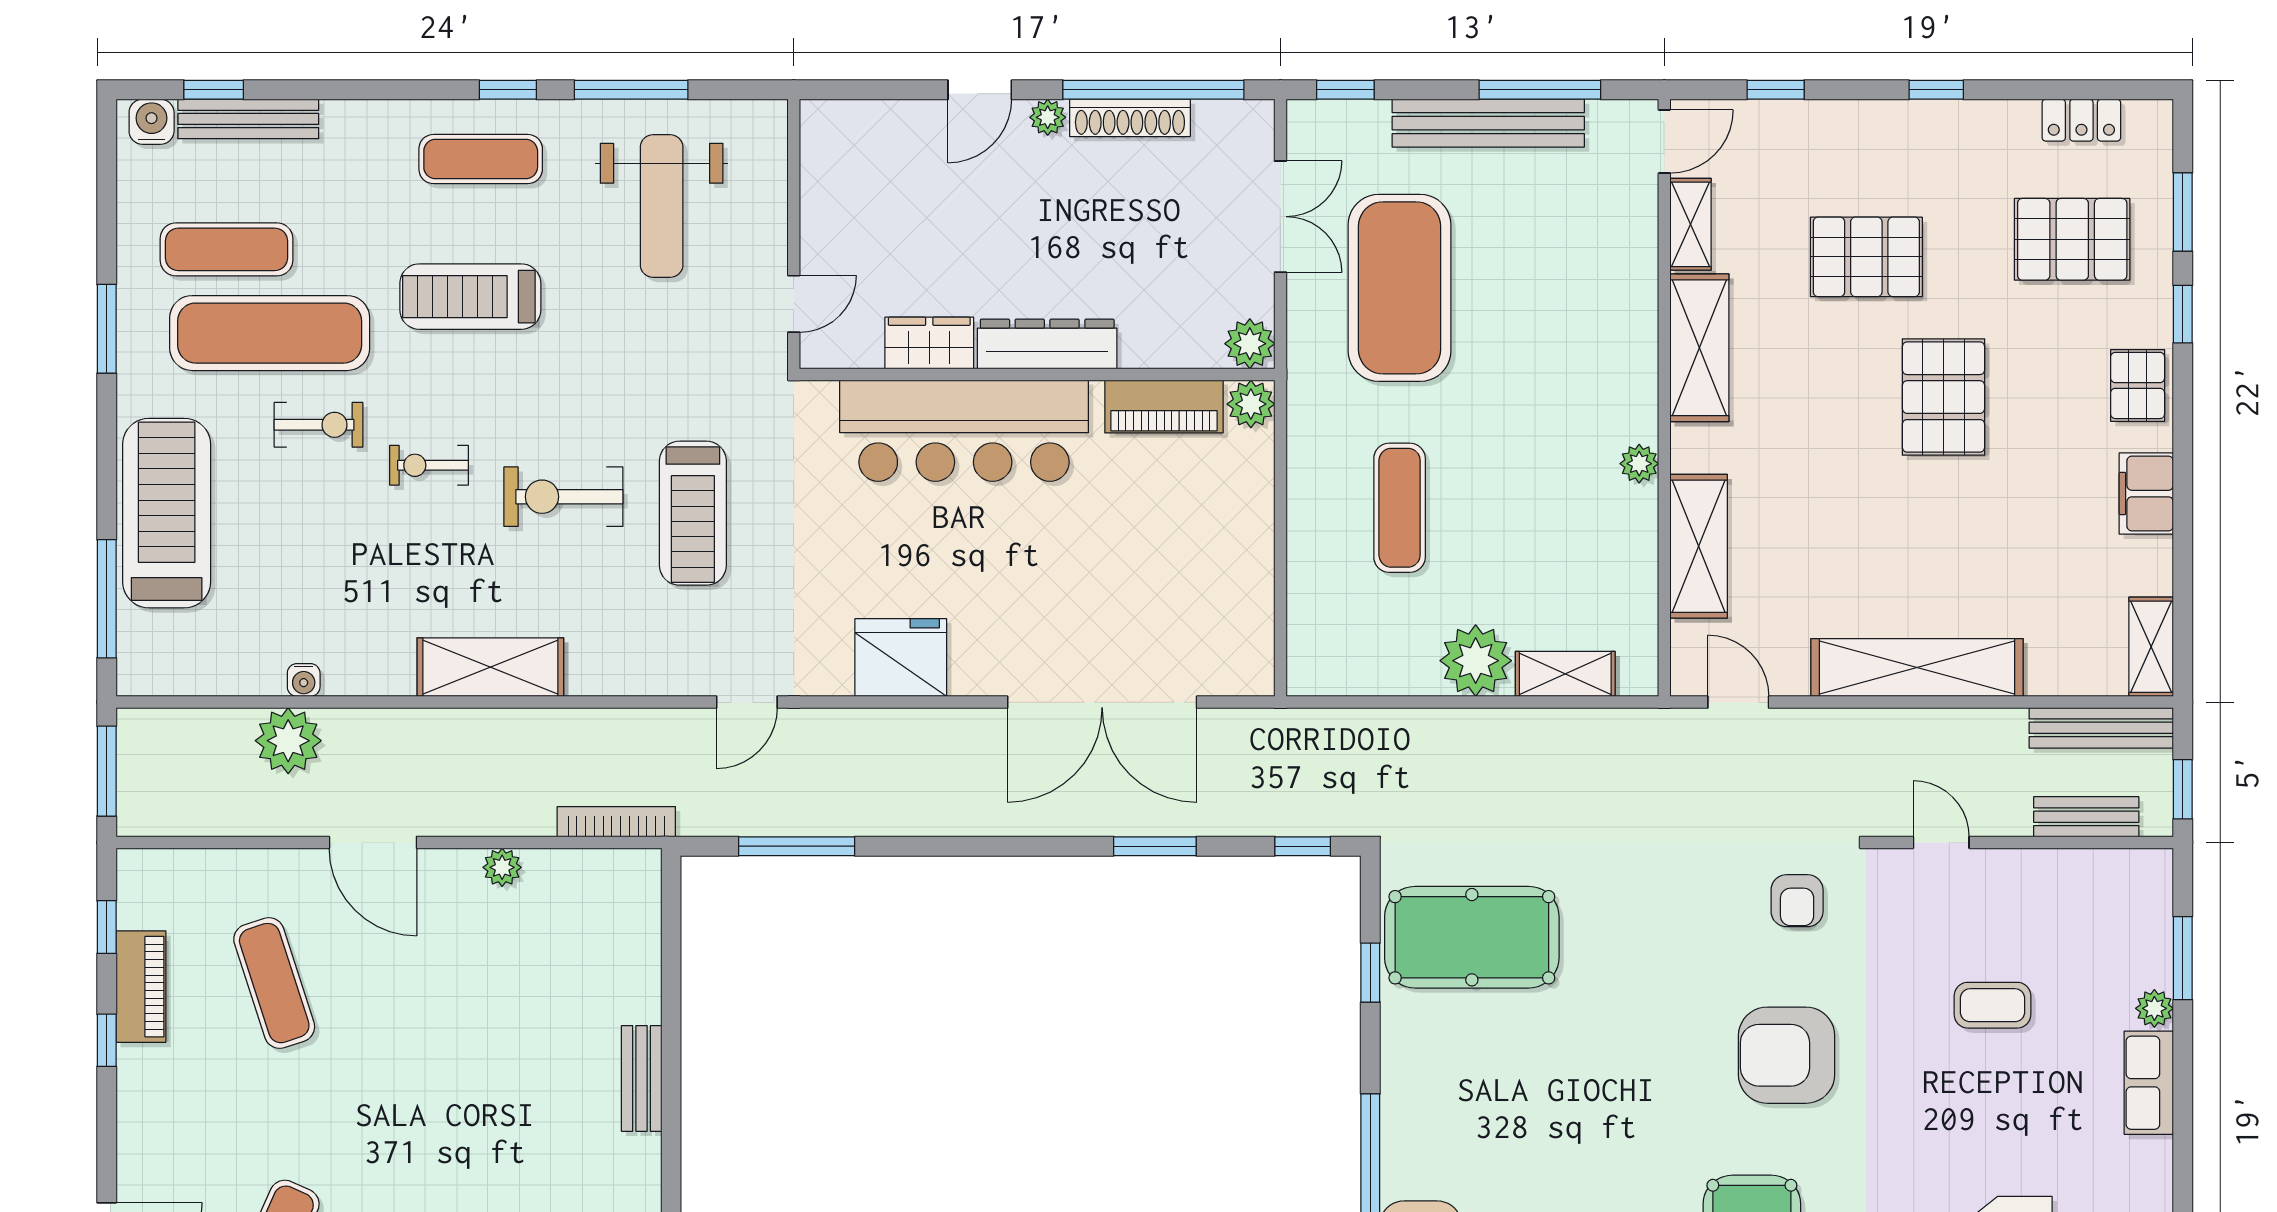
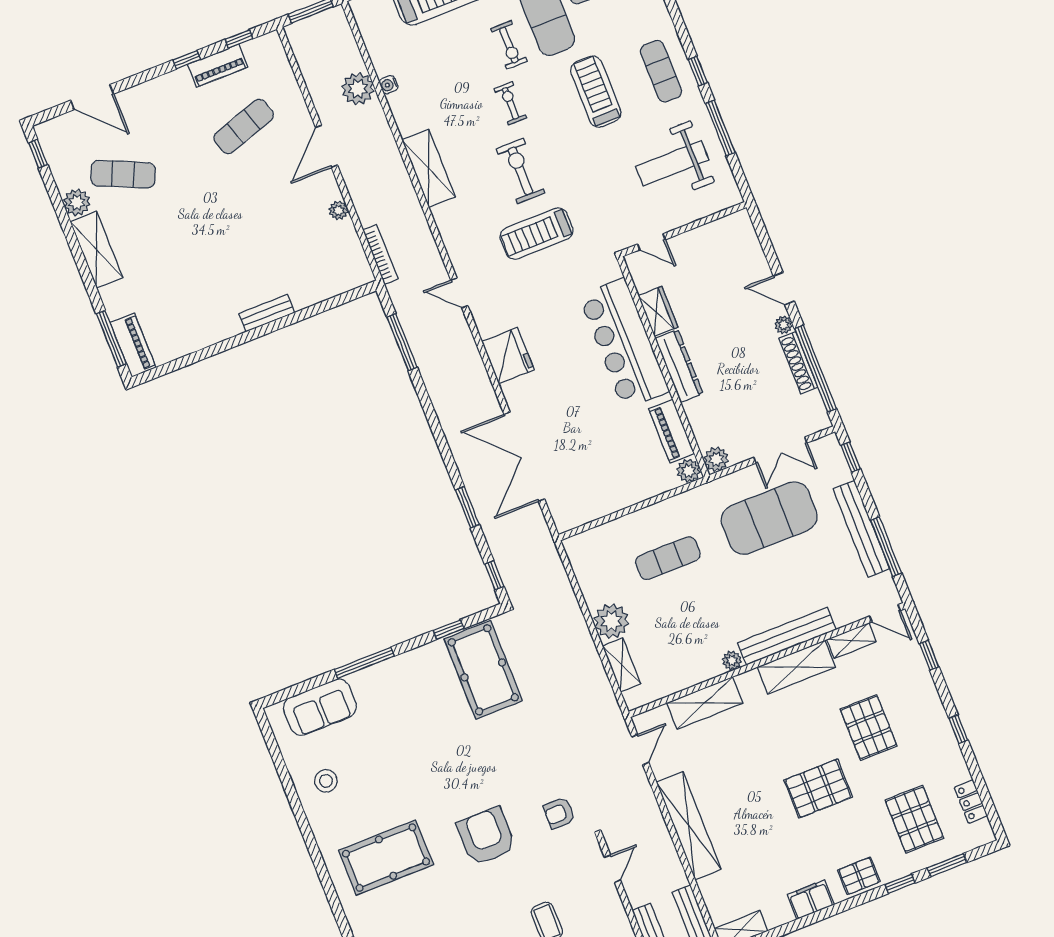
bench: (1634, 343) -> (787, 636), added

